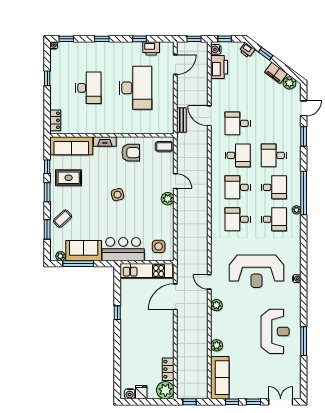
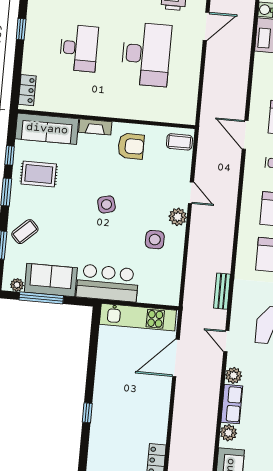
door: (209, 116) -> (245, 135), moved
bench: (181, 120) -> (222, 291), moved
side table: (159, 246) -> (155, 240), moved
window: (117, 313) -> (87, 413), moved
row of seats: (217, 325) -> (232, 404), added

